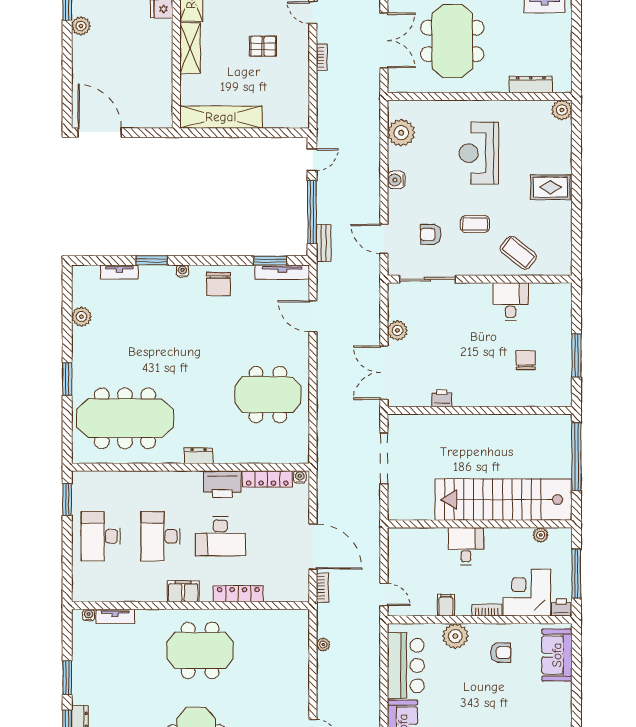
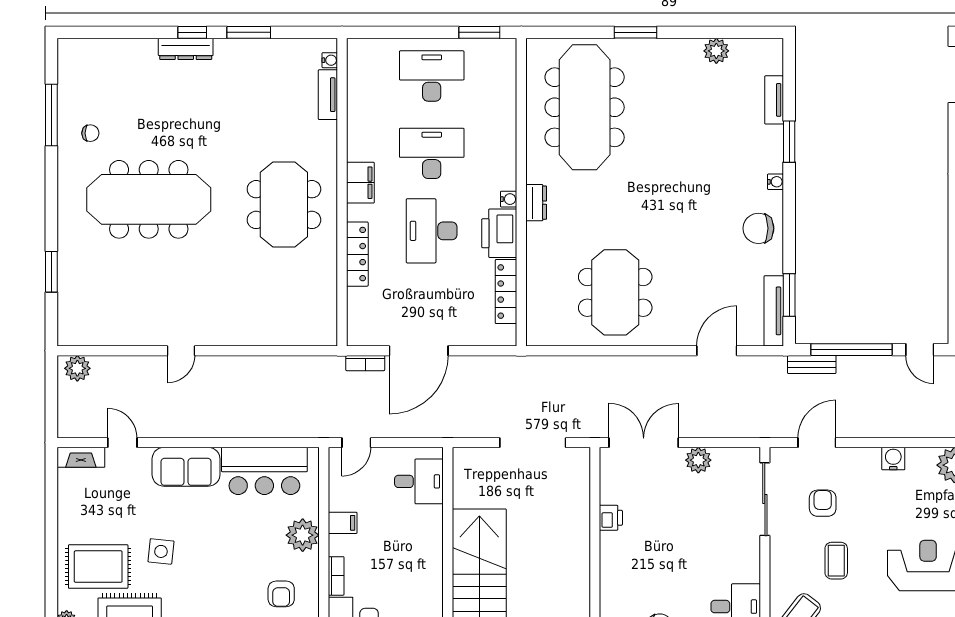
water cooler: (300, 477) -> (509, 199), moved
desk: (466, 546) -> (419, 481), moved
plant: (323, 644) -> (292, 364), removed

